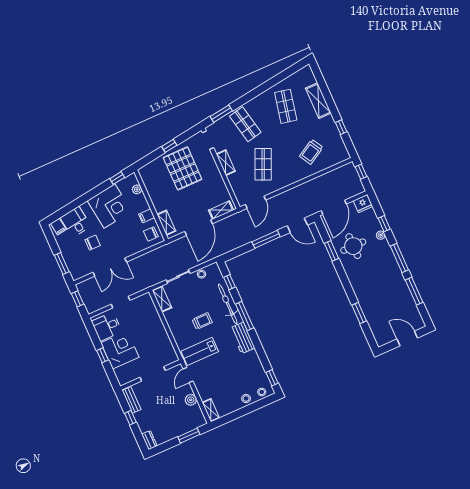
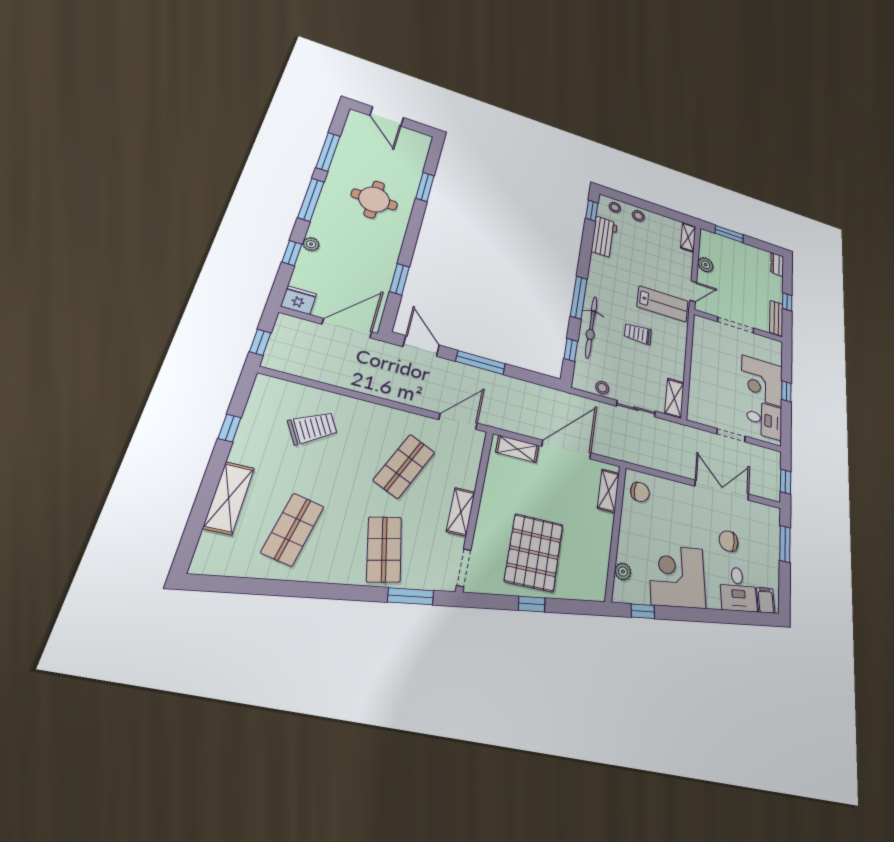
filing cabinet: (147, 216) -> (631, 522), removed
round table: (353, 246) -> (374, 199), moved
workbench: (243, 338) -> (604, 237), moved

